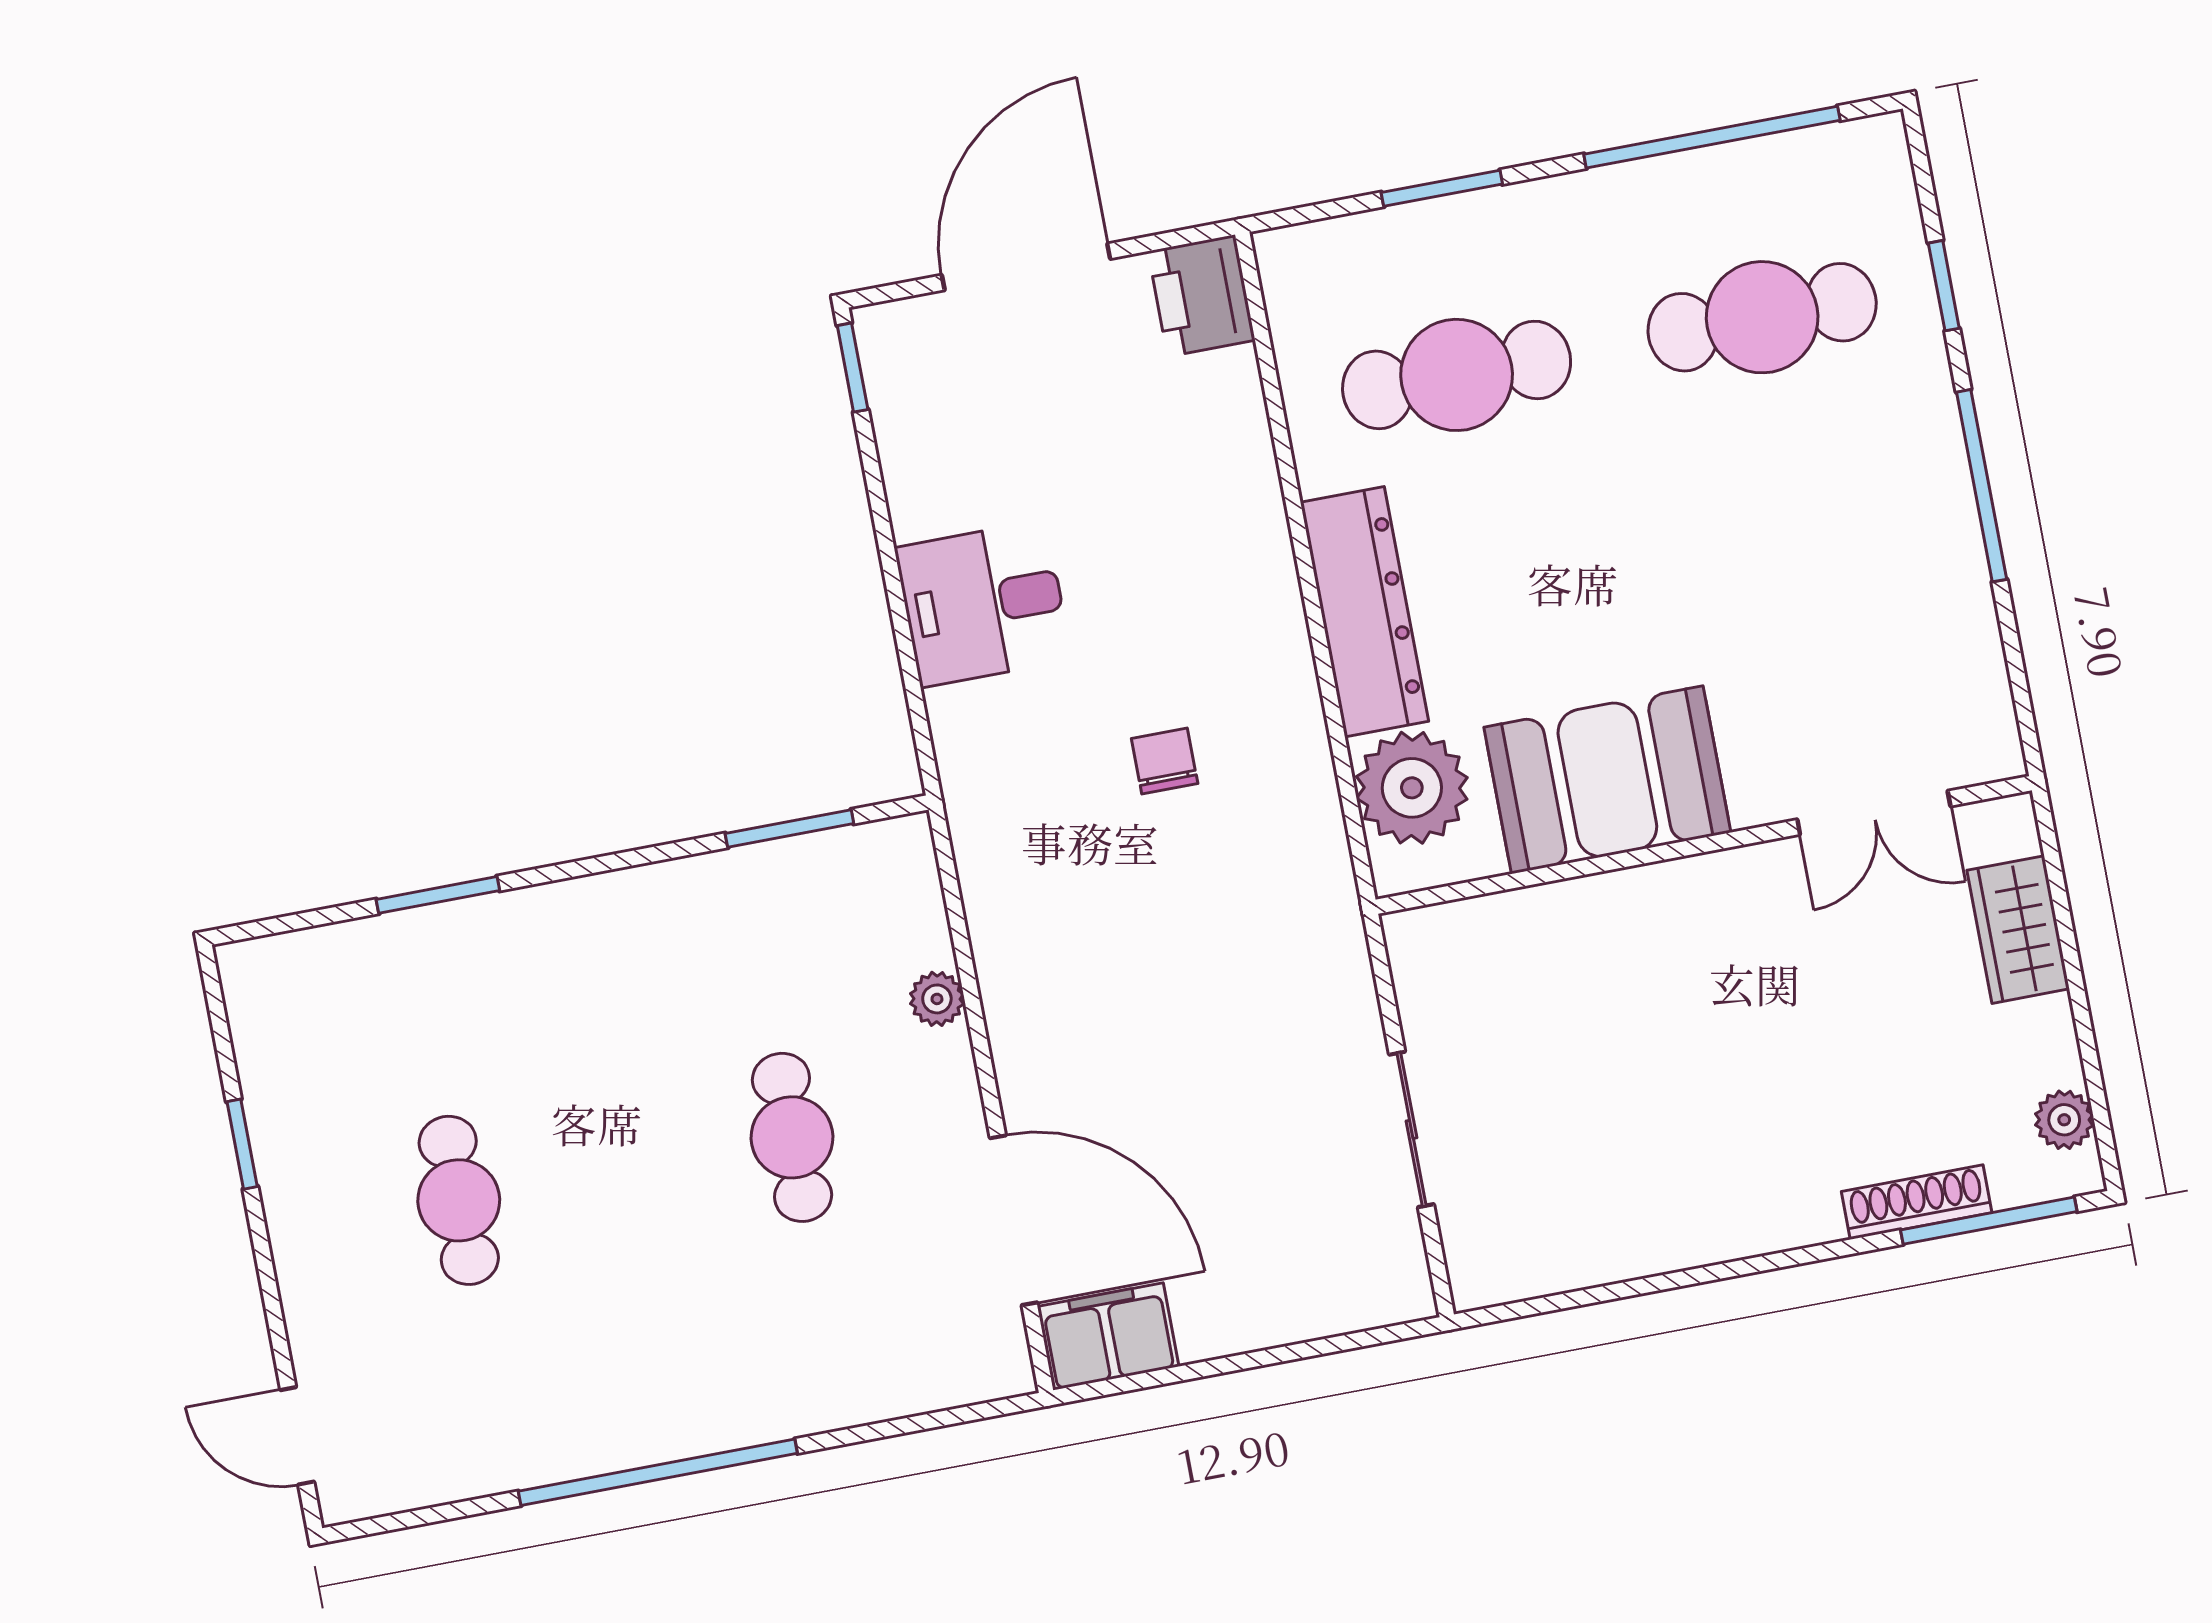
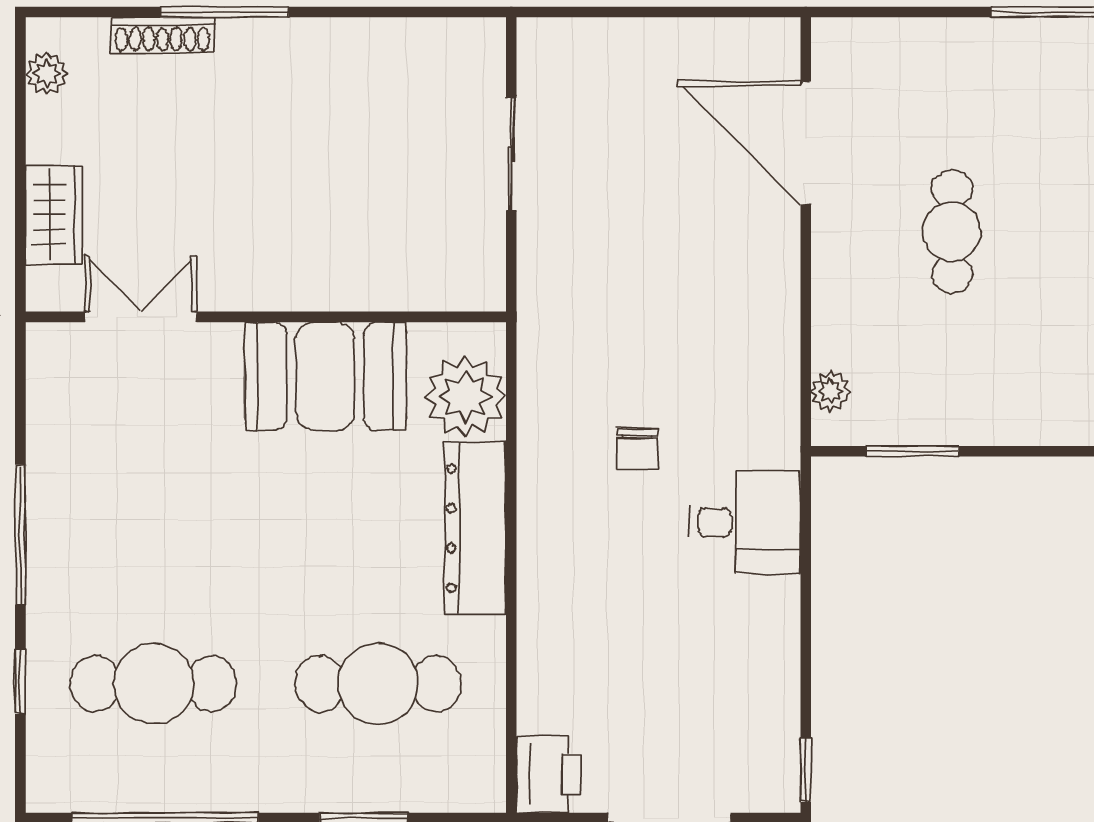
desk: (983, 604) -> (745, 522), moved
plant: (937, 999) -> (831, 391), moved
window: (1989, 1221) -> (224, 12), moved
filing cabinet: (1108, 1336) -> (754, 48), removed

